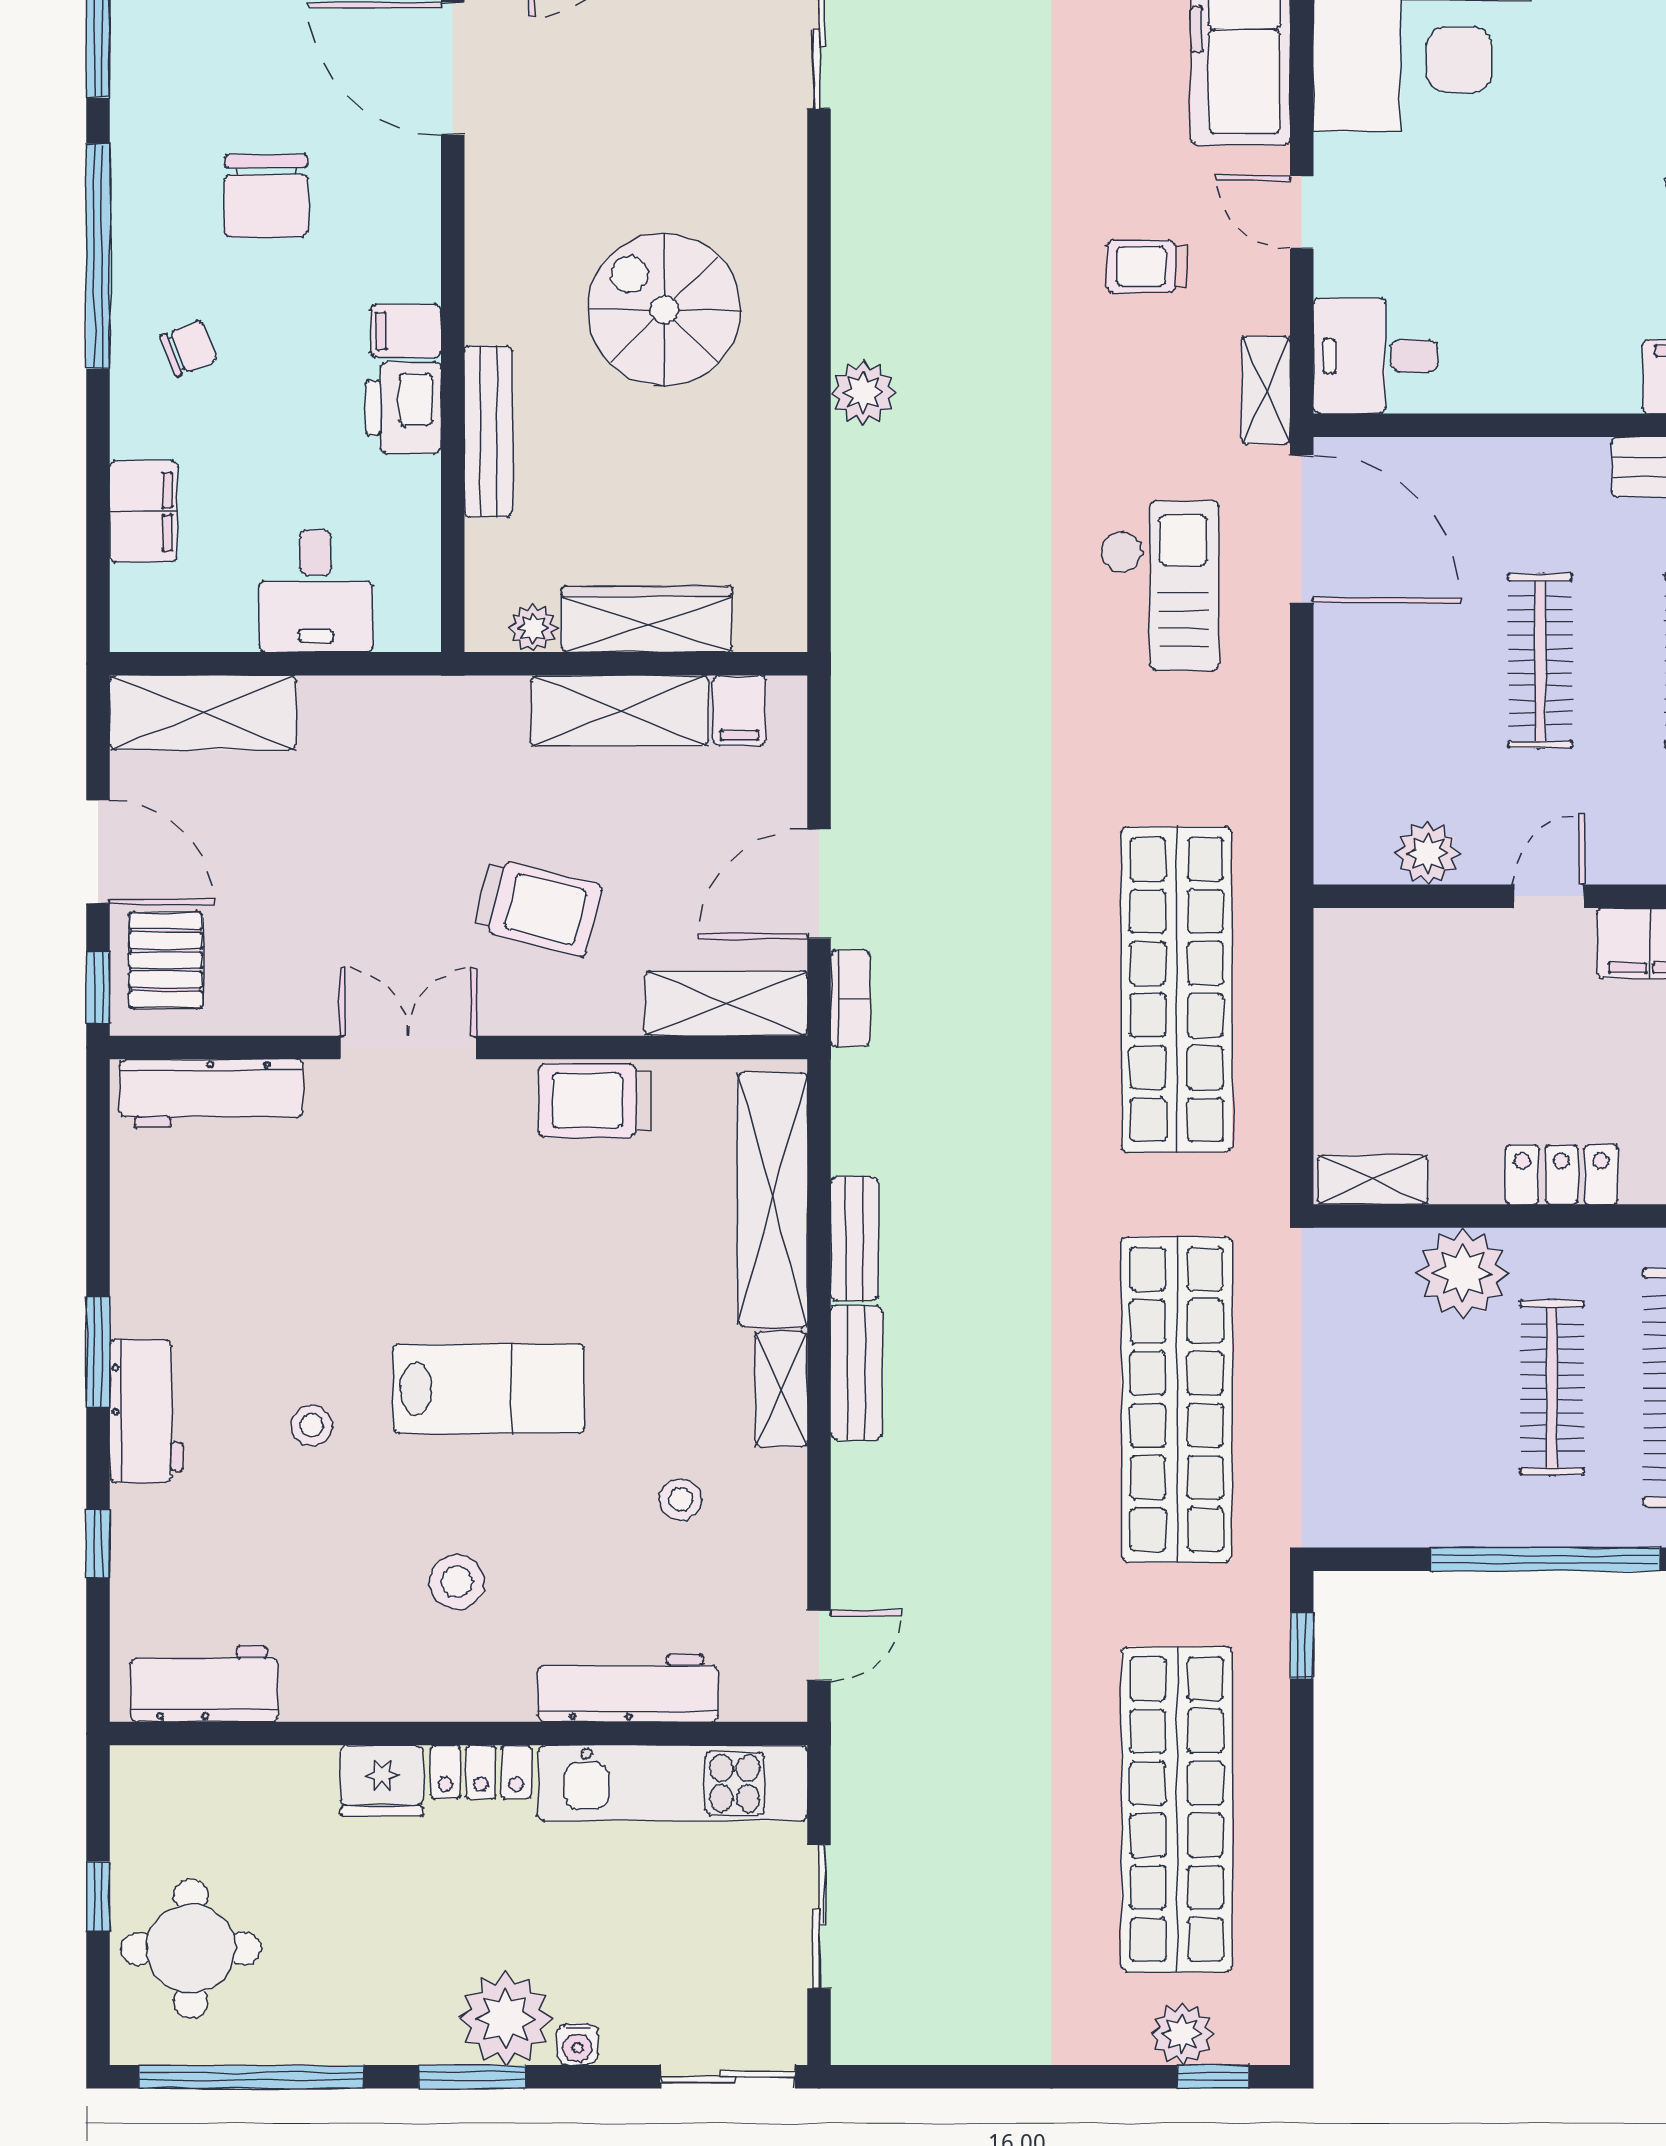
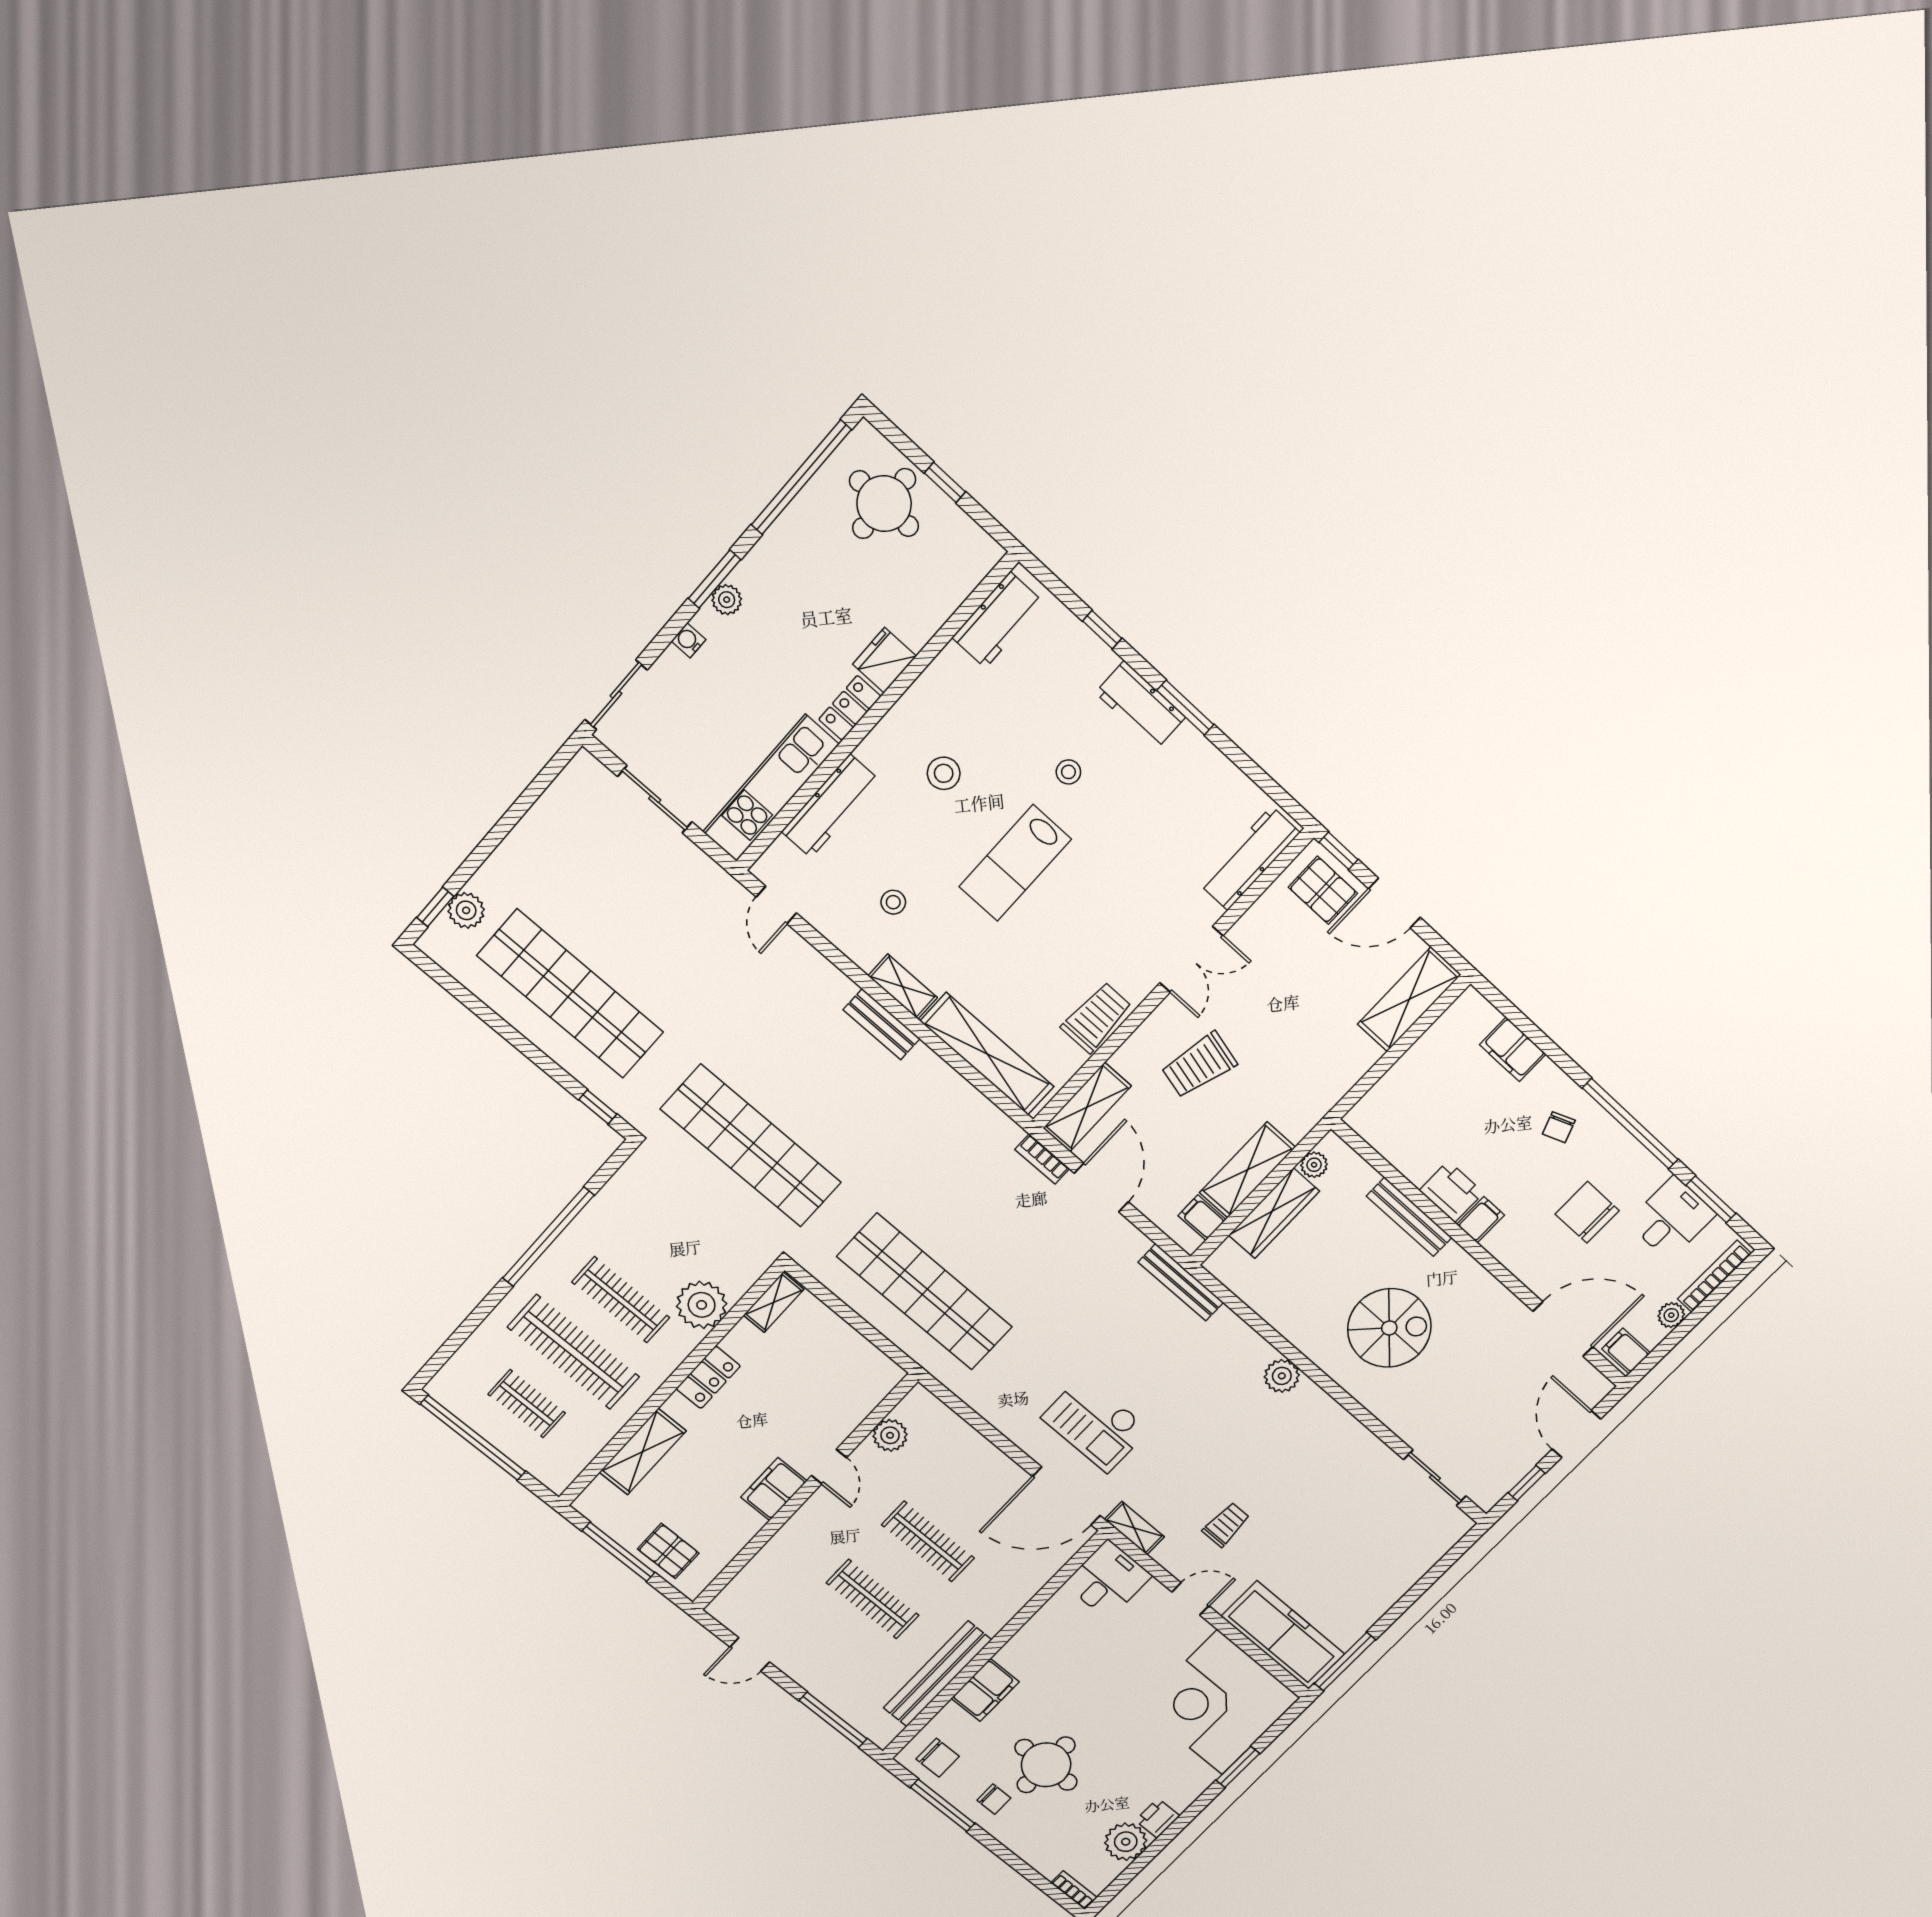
desk: (316, 591) -> (1671, 1218), moved, turned 90
bench: (854, 1239) -> (1181, 1282), moved, width x1.36
plant: (506, 2019) -> (727, 600), width x0.53, depth x0.53

